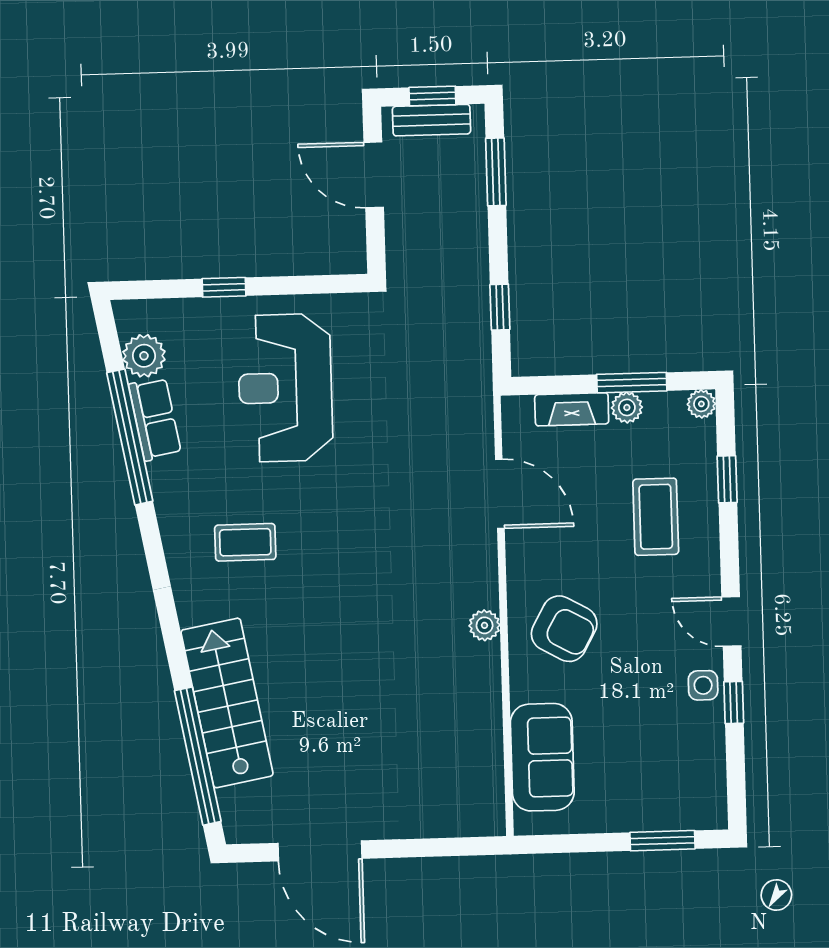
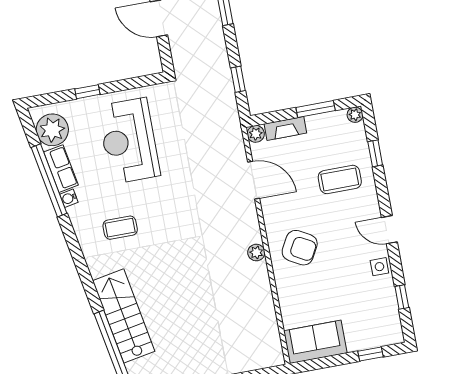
plant: (144, 356) -> (52, 130), width x1.36, depth x1.36
plant: (627, 407) -> (256, 134), moved
water cooler: (161, 475) -> (69, 198), added
coffee table: (656, 517) -> (340, 179), turned 90
window: (734, 702) -> (402, 297), moved
sofa: (542, 757) -> (315, 342), moved, turned -90
window: (662, 841) -> (370, 354), width x0.67

